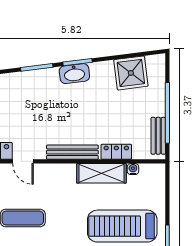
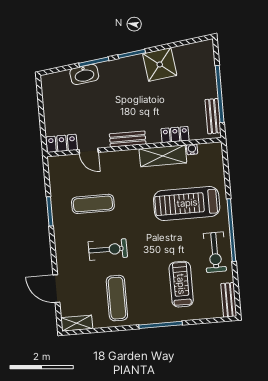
shower: (131, 73) -> (160, 64), moved
washbasin: (74, 74) -> (84, 74), moved
bench: (72, 152) -> (128, 139), width x0.73

